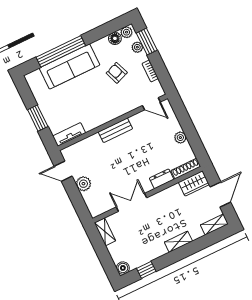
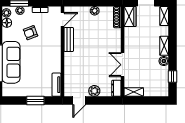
bench: (115, 130) -> (69, 40), moved
dresser: (162, 179) -> (116, 88), moved
boiler: (123, 268) -> (164, 61), moved

